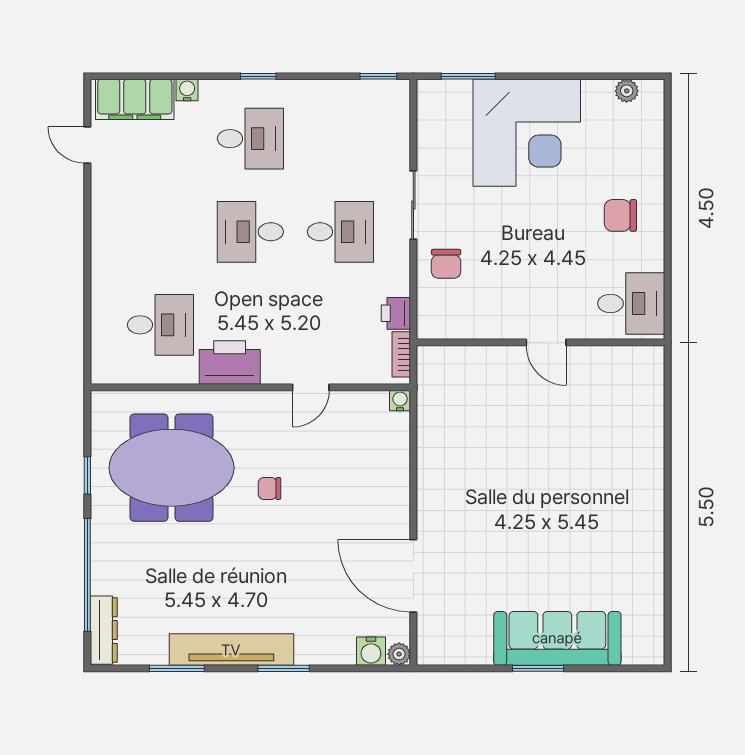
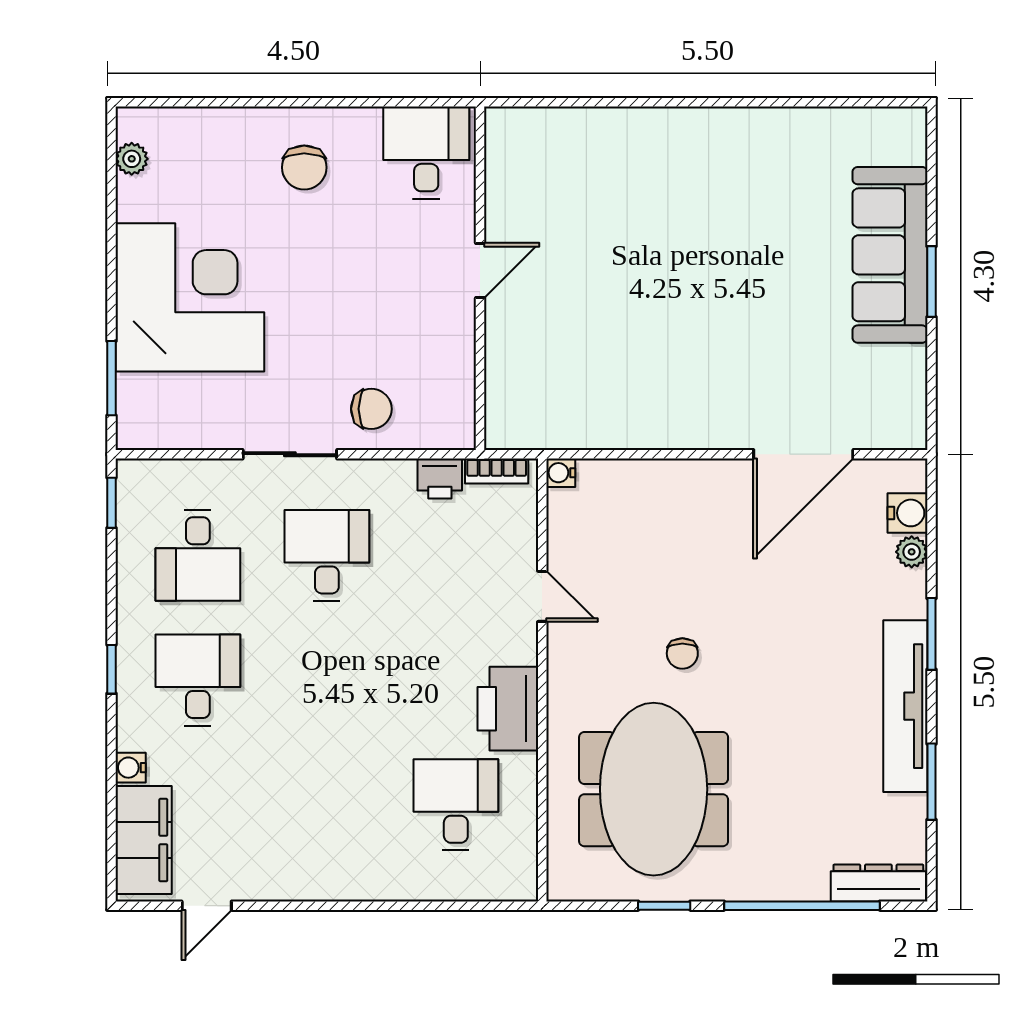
desk: (250, 232) -> (198, 555), moved
plant: (399, 654) -> (912, 552), moved

